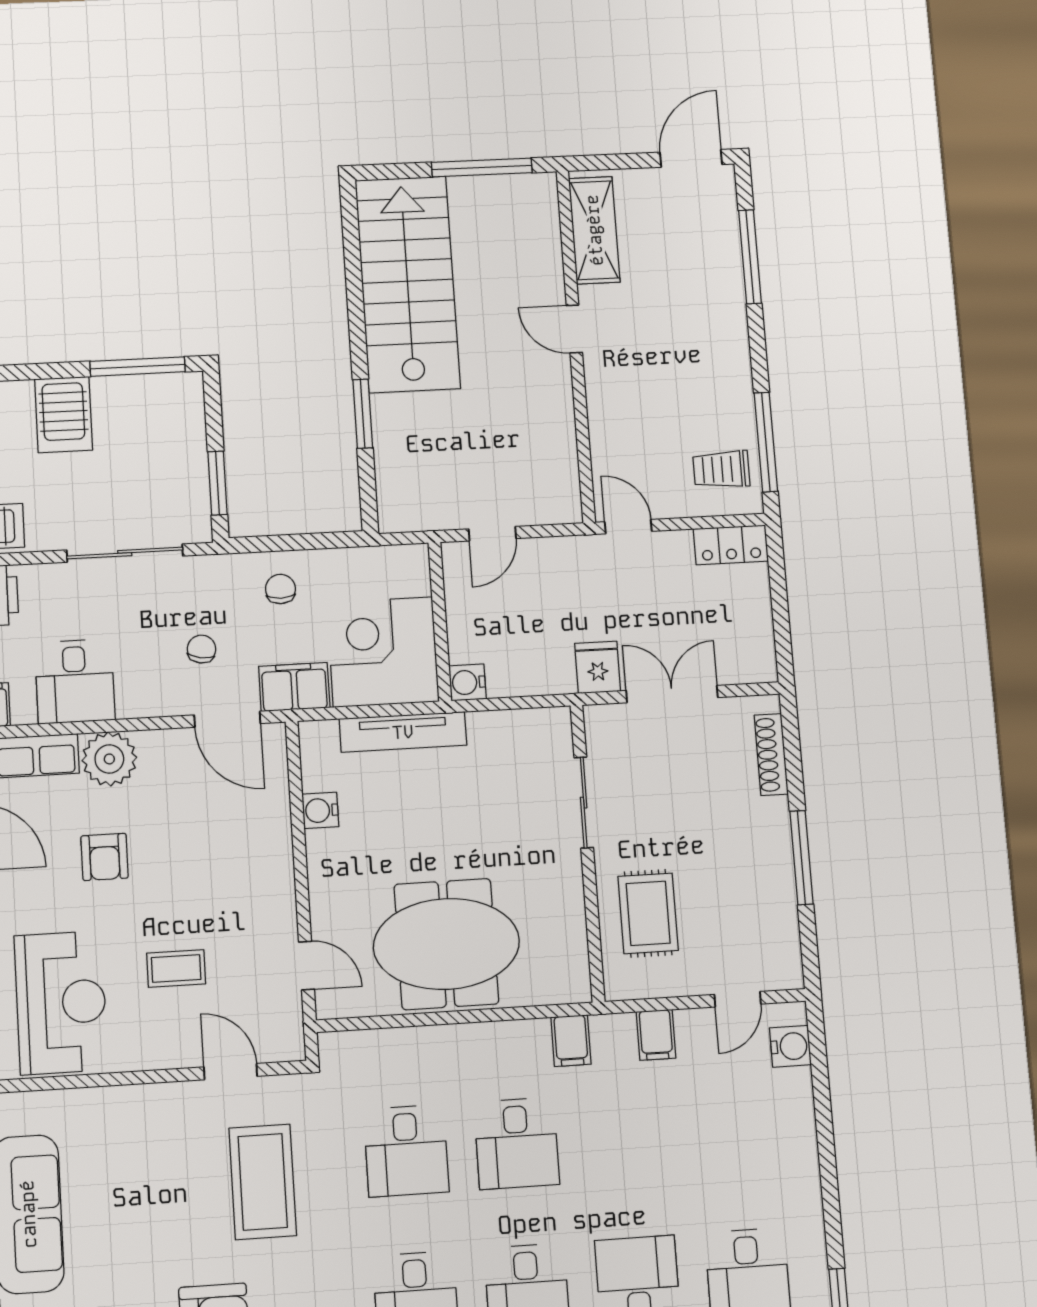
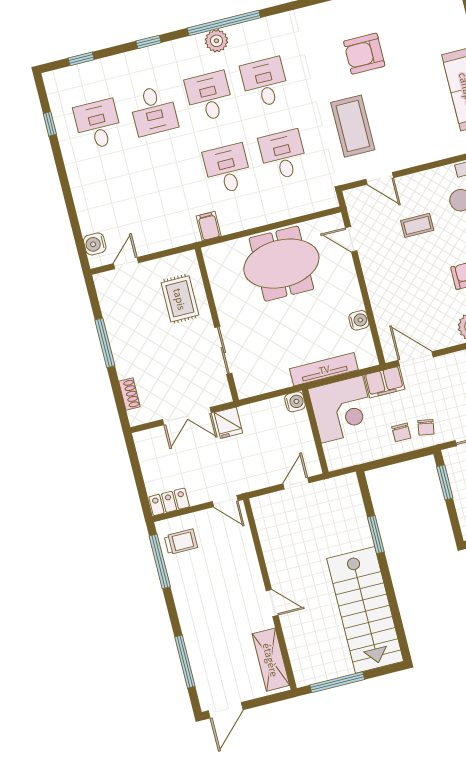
chair: (201, 649) -> (426, 427), moved
shoe rack: (771, 755) -> (129, 394), width x0.70
filing cabinet: (656, 1035) -> (165, 237), removed

